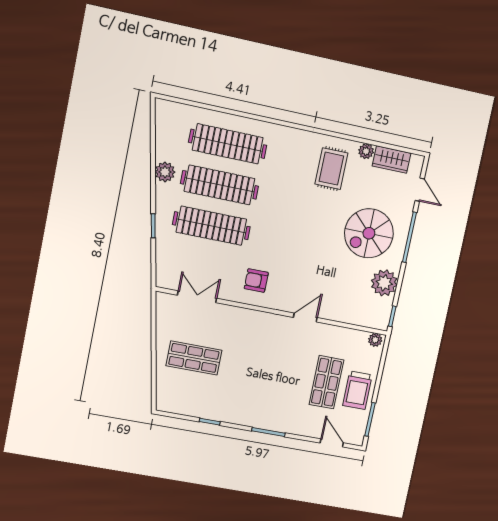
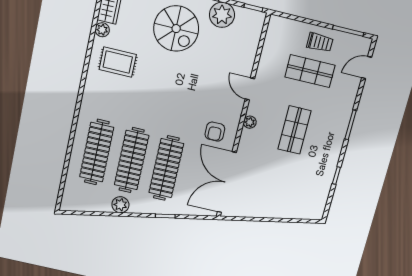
double door: (197, 297) -> (227, 182), width x1.87
plant: (375, 340) -> (250, 122), moved
shop shelf: (194, 358) -> (294, 130), moved
trolley: (357, 390) -> (320, 42), width x0.73, depth x0.72

